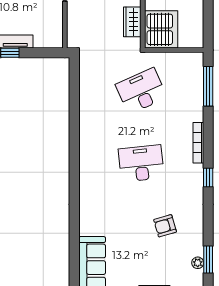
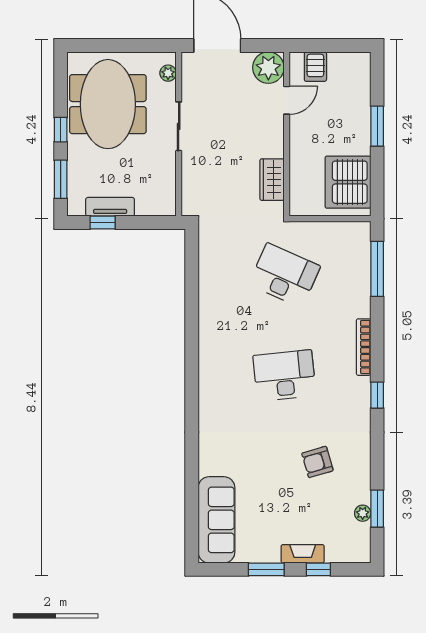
server rack: (161, 29) -> (348, 182), moved, turned 180
desk: (141, 91) -> (284, 275), turned 48

